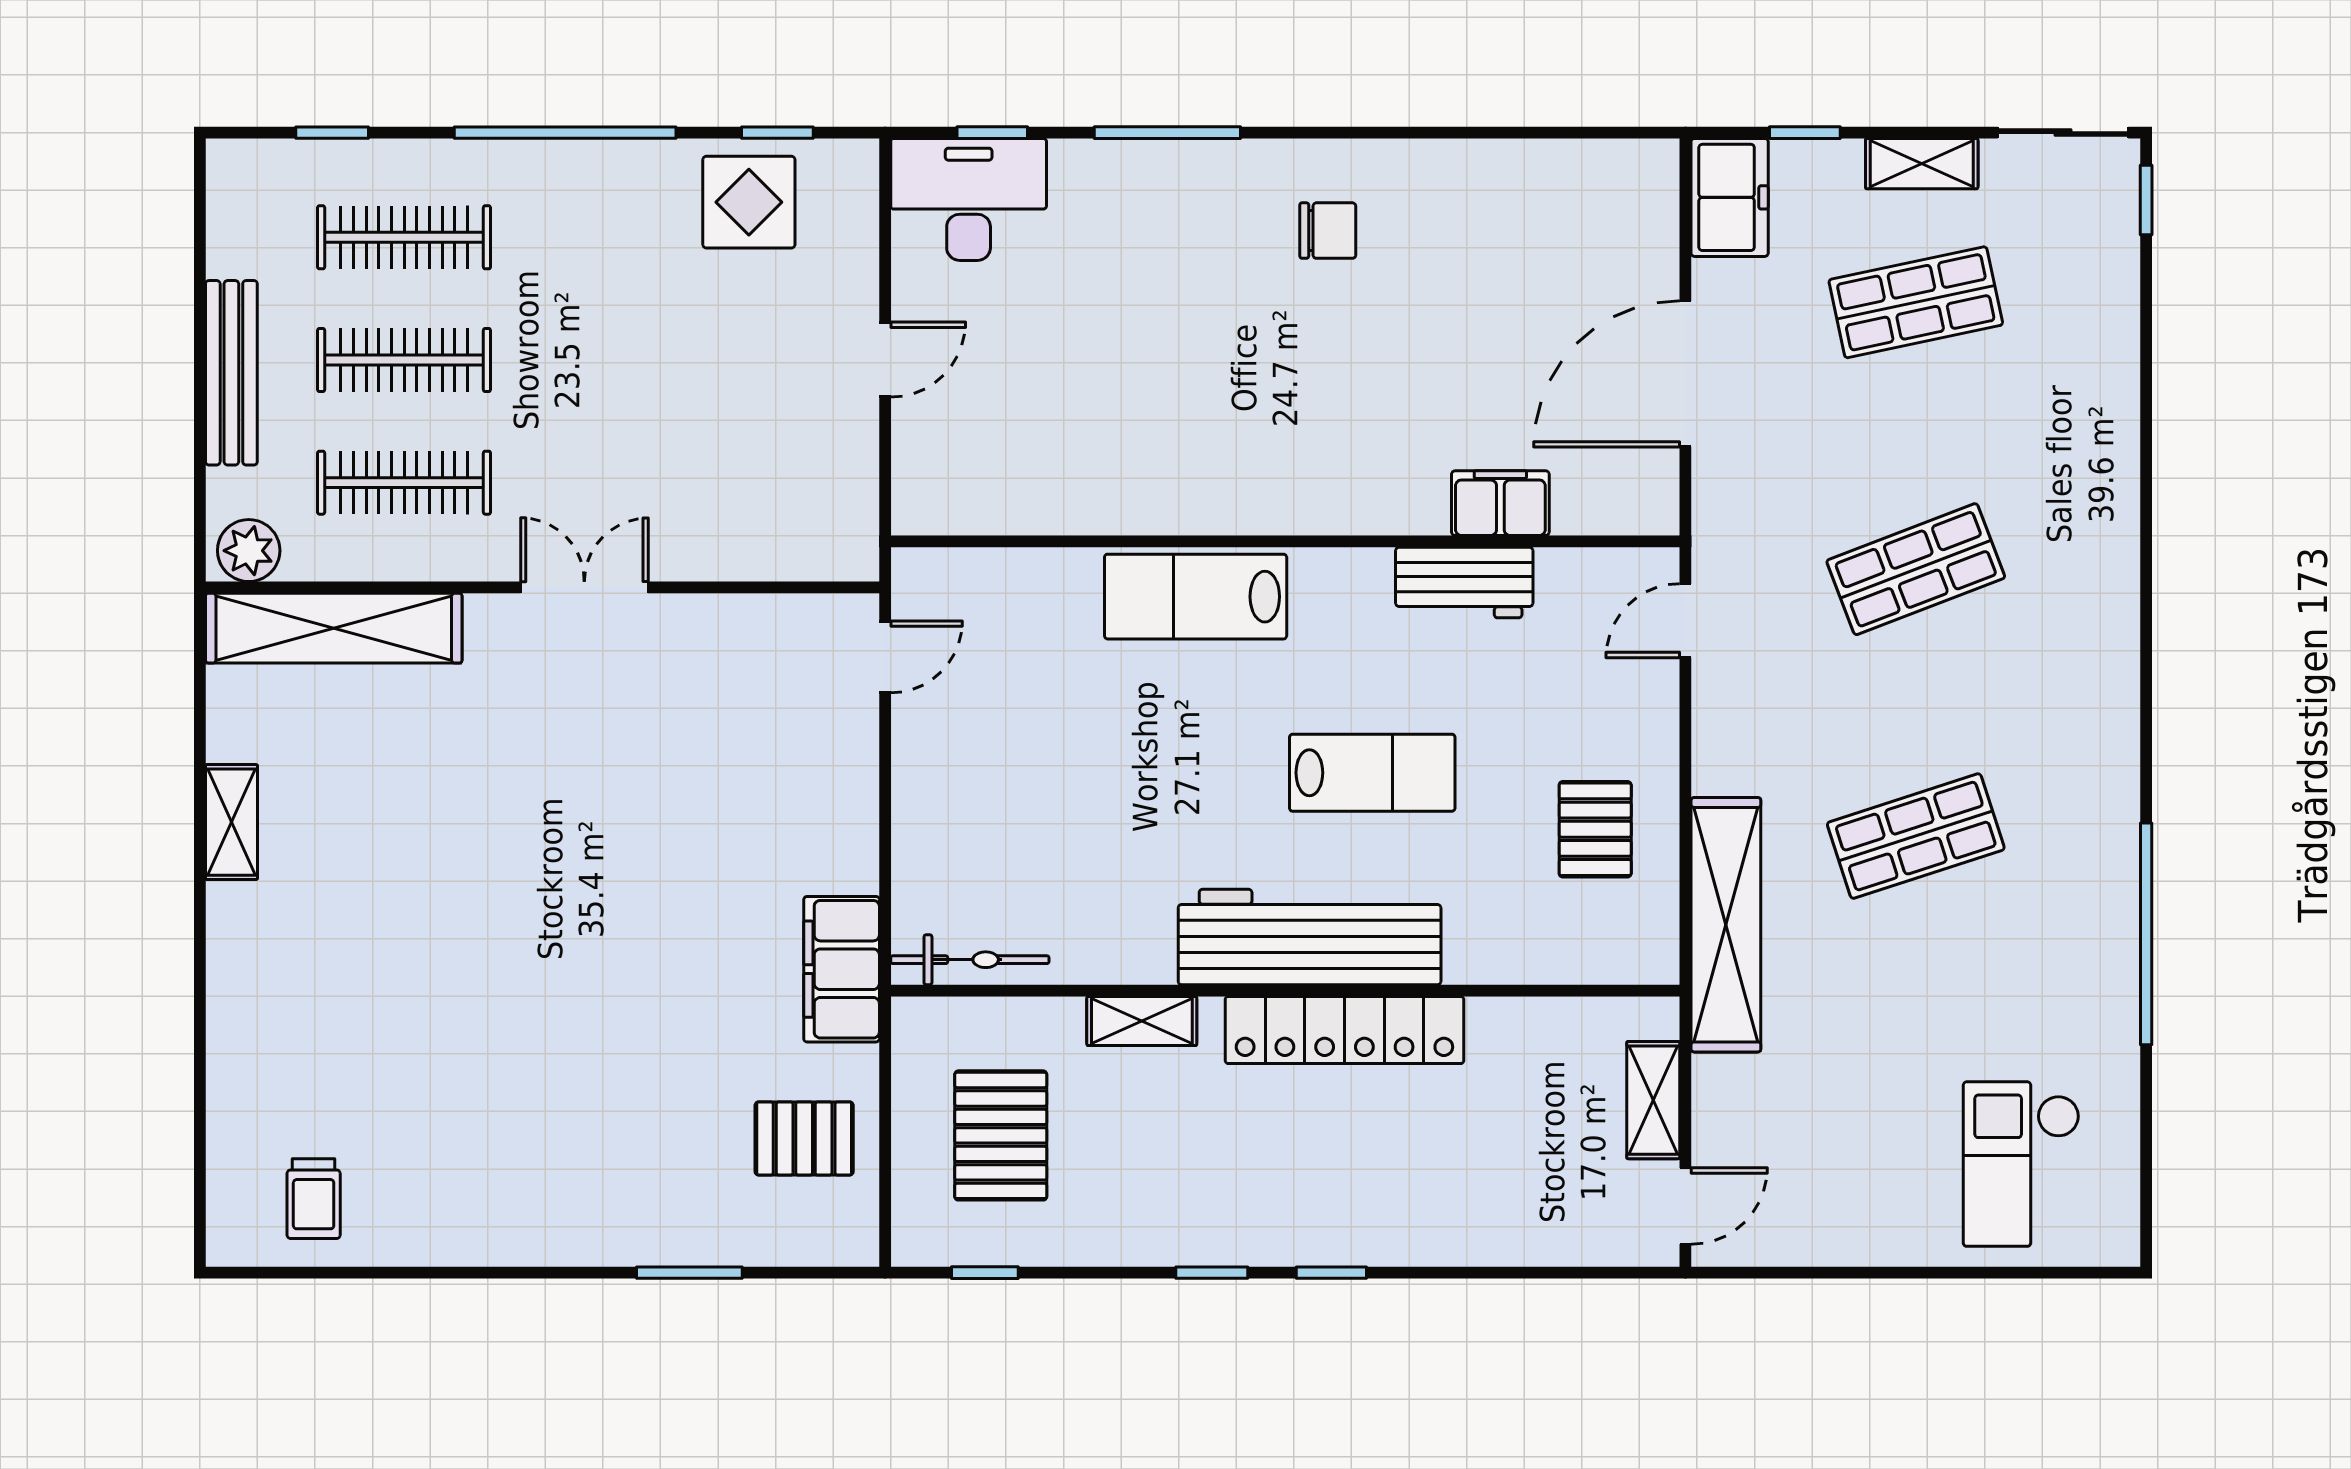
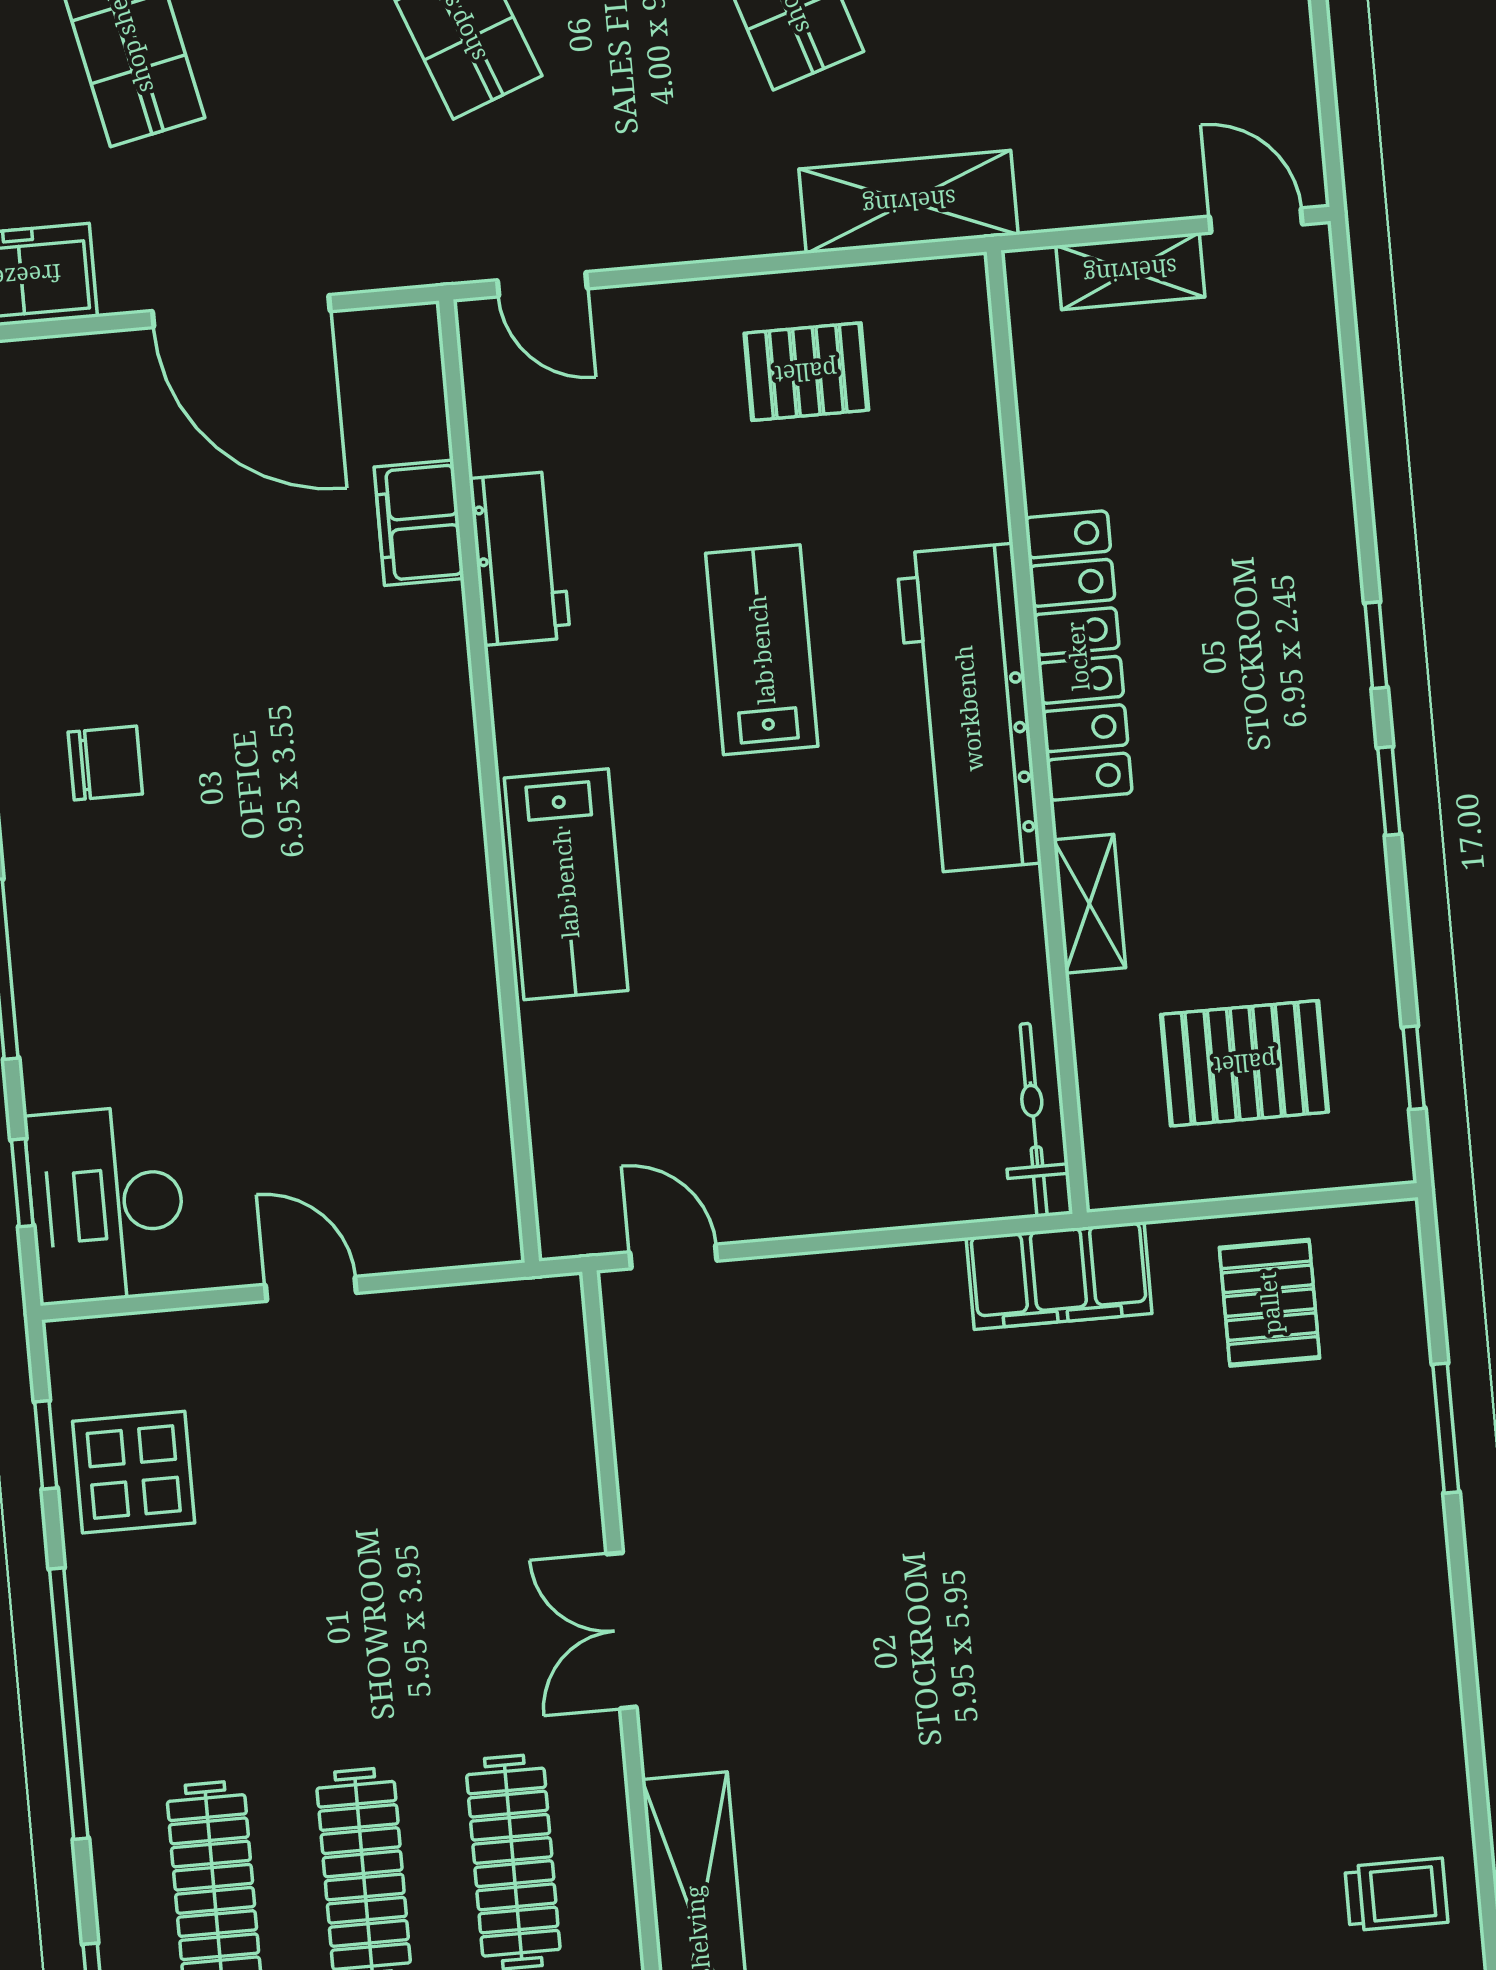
chair: (1328, 231) -> (105, 763), turned 90
shelving: (1726, 925) -> (909, 202), width x0.68

